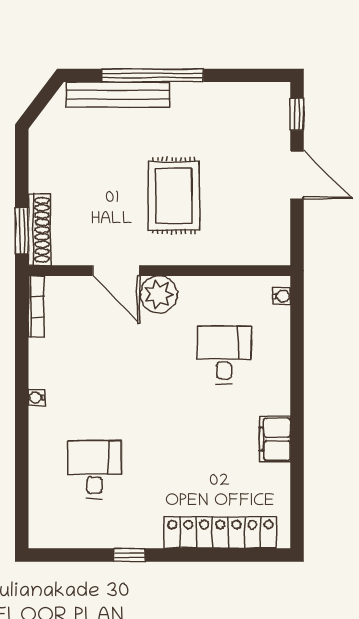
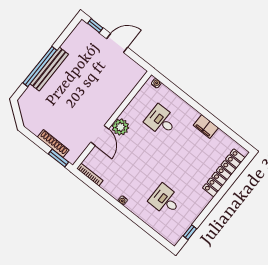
bench: (118, 95) -> (49, 69), moved
rug: (174, 196) -> (89, 93), removed
shoe rack: (39, 230) -> (53, 144), moved
door: (116, 271) -> (100, 136), hinge flipped
window: (129, 555) -> (190, 232), moved

